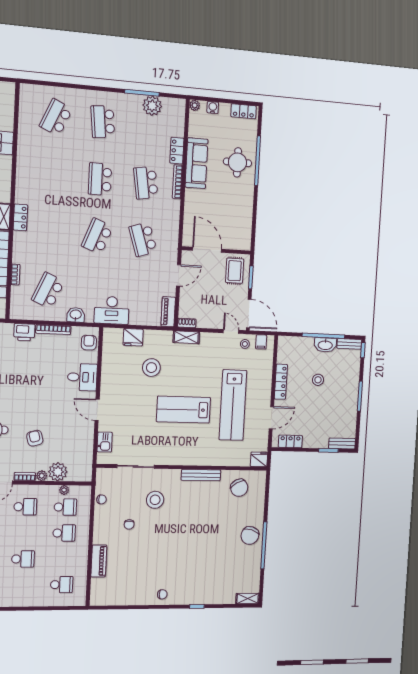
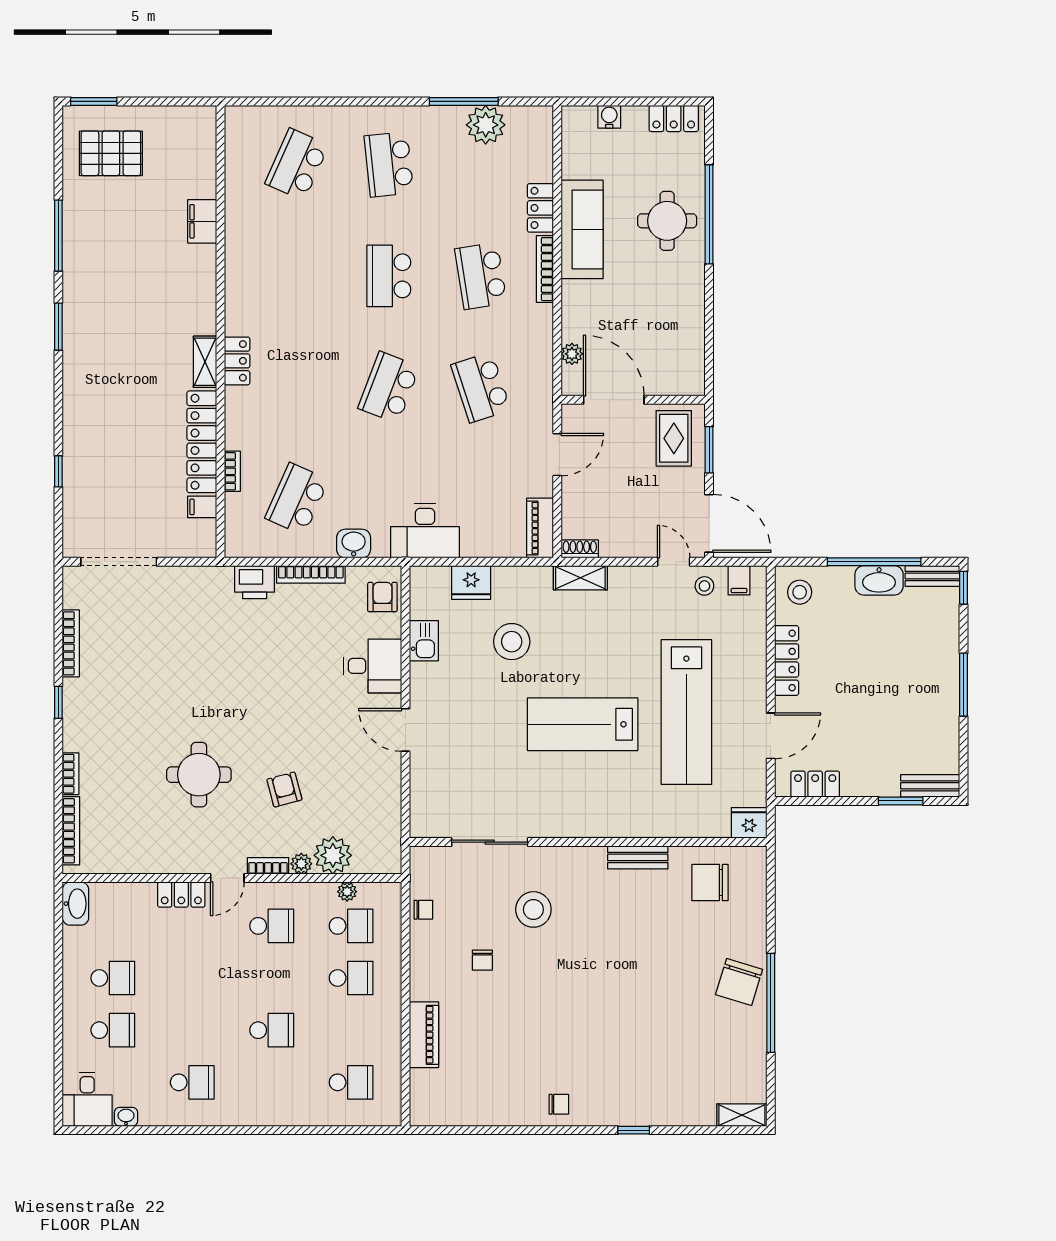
plant: (195, 105) -> (572, 354), moved
stool: (318, 380) -> (800, 592), moved
kitchen sink: (105, 442) -> (424, 641), moved
bench: (201, 475) -> (638, 857), width x0.73
chair: (239, 488) -> (710, 883), turned 118

